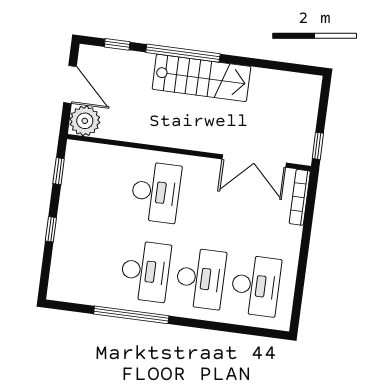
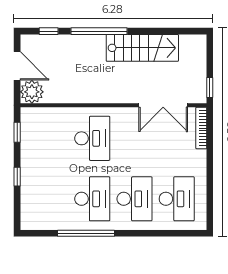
stairs: (201, 78) -> (142, 48), moved

